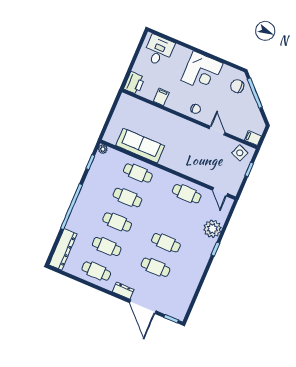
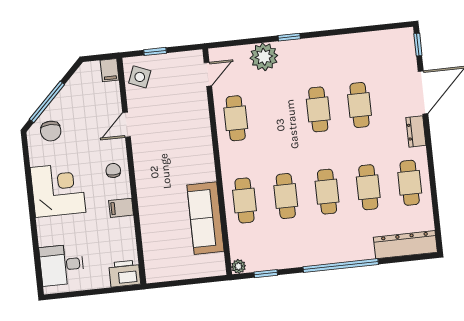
filing cabinet: (161, 97) -> (121, 208), moved

